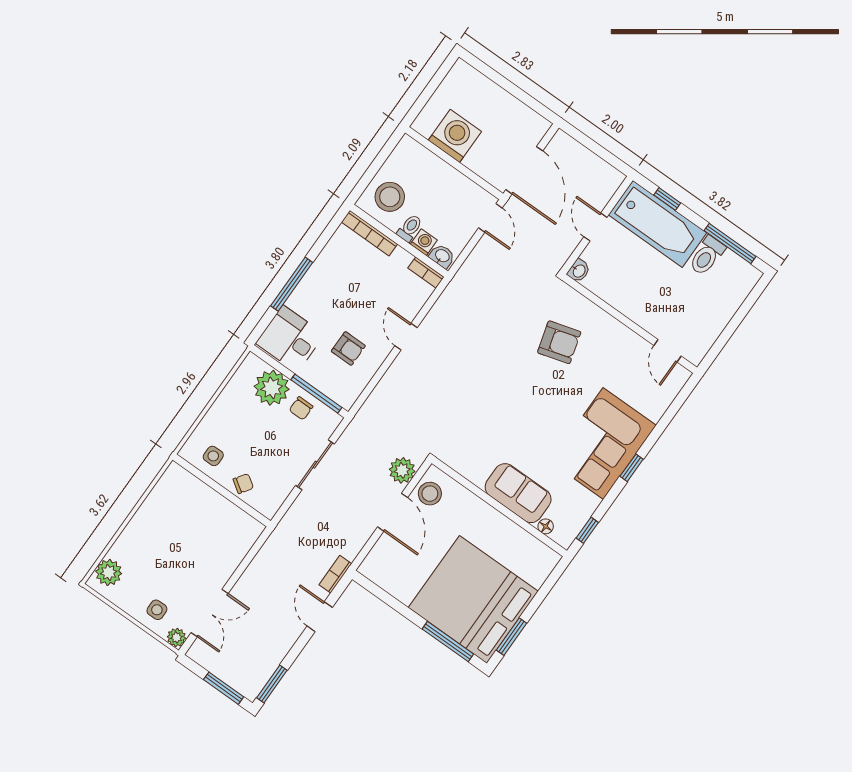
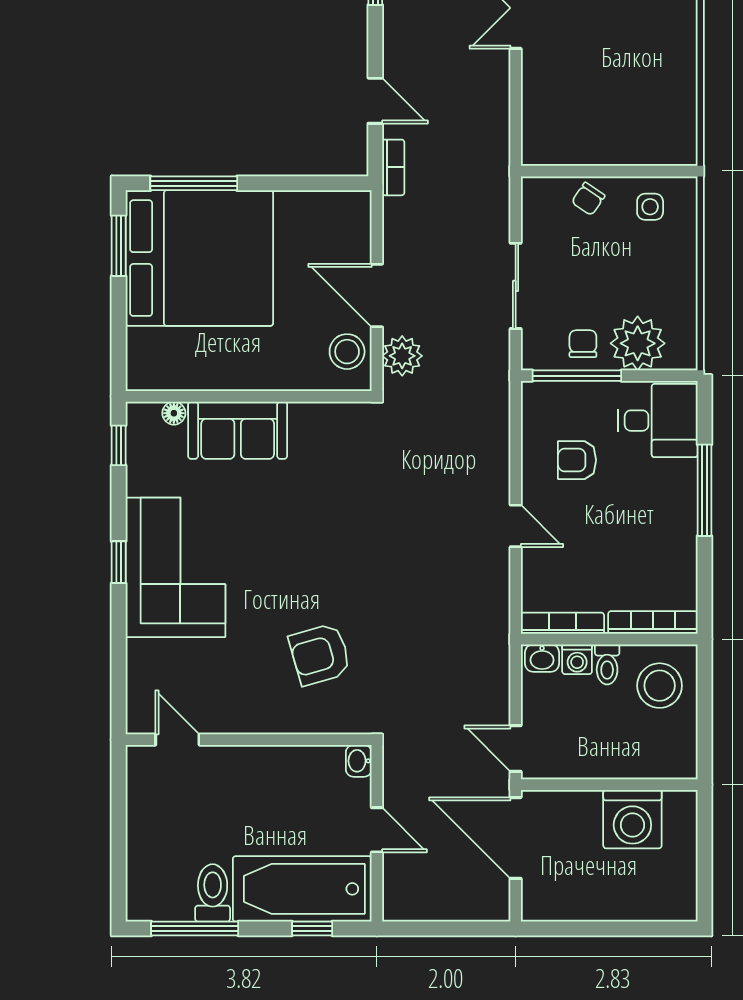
bookcase: (426, 273) -> (562, 623), width x1.56

